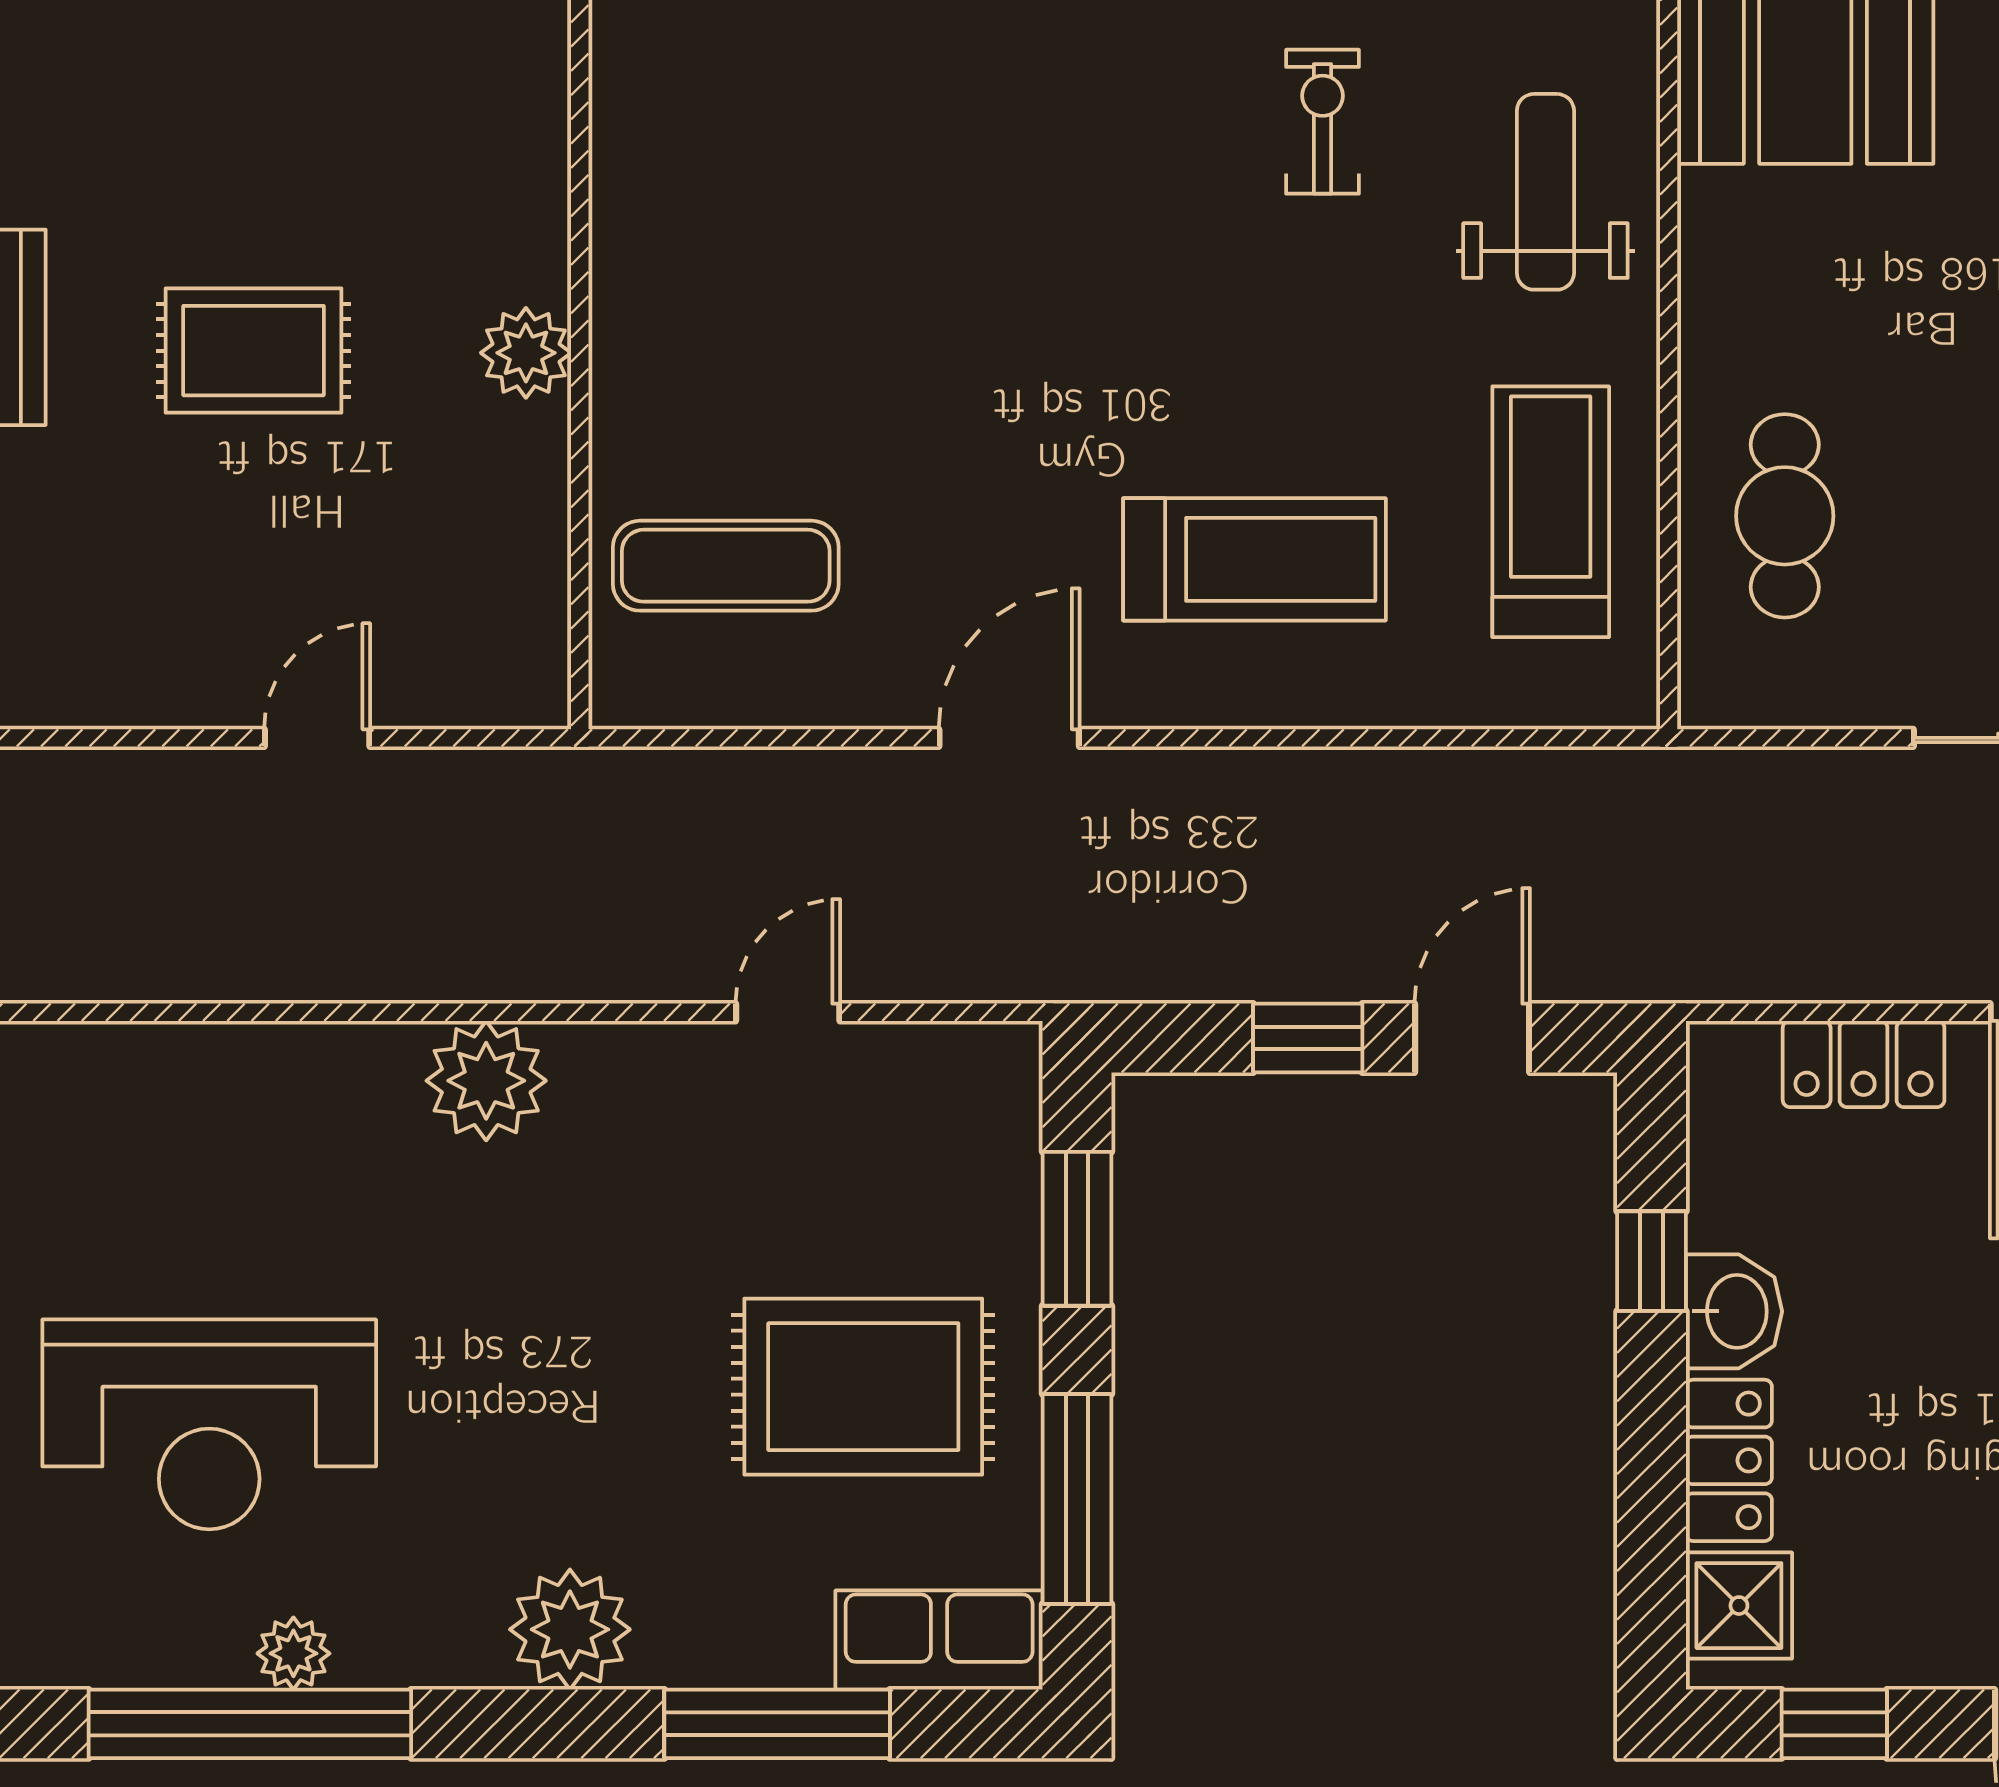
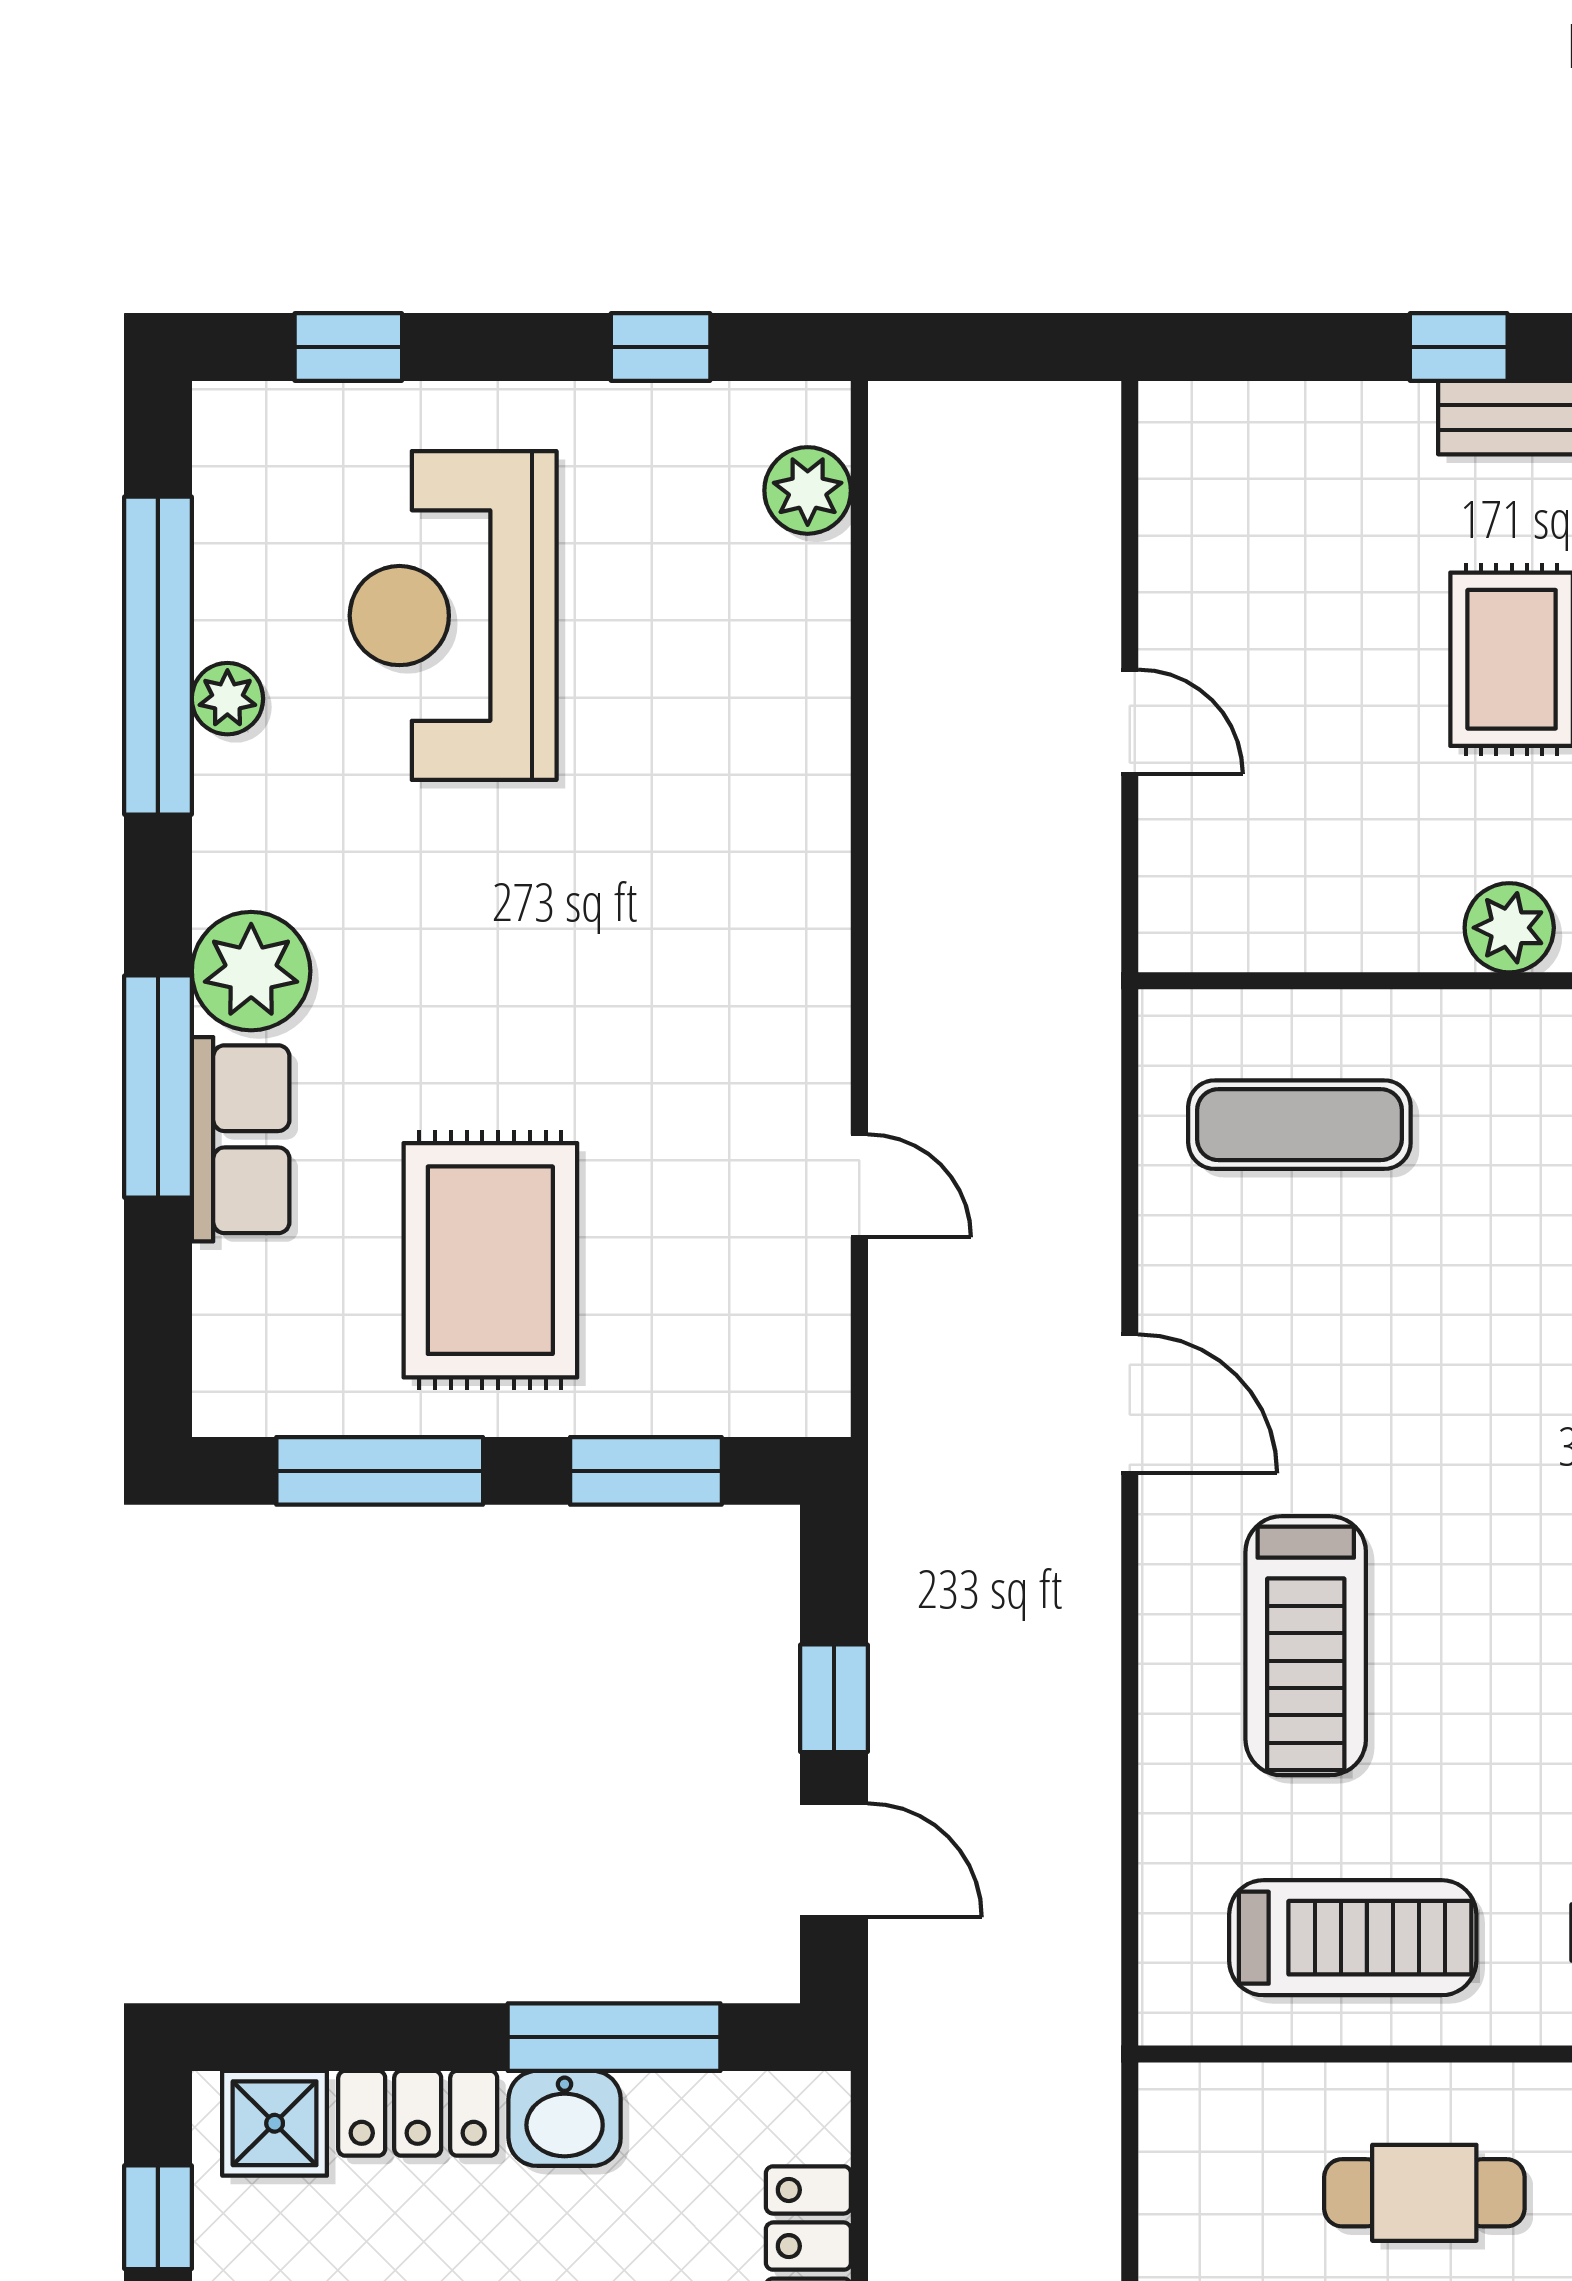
cafe table: (1785, 516) -> (1424, 2193), moved
exercise mat: (726, 566) -> (1299, 1125), turned 90
plant: (486, 1081) -> (808, 490), moved, width x0.73, depth x0.73
window: (1652, 1261) -> (614, 2037), width x2.17
row of seats: (939, 1640) -> (241, 1139), moved
window: (777, 1724) -> (158, 1087), moved

